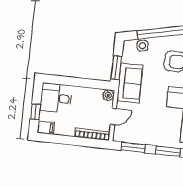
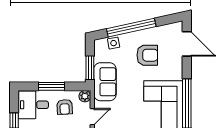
window: (76, 82) -> (51, 86), added
armchair: (87, 104) -> (65, 107), added

